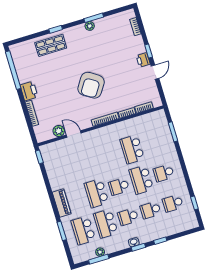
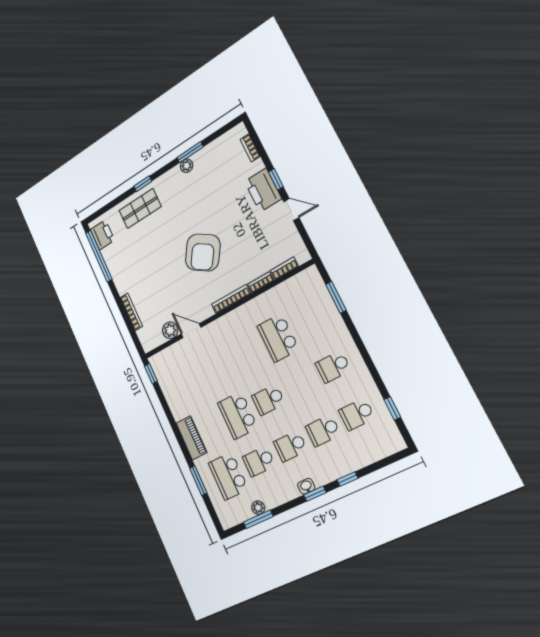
printer: (143, 60) -> (263, 190), width x1.87, depth x1.48
door: (155, 72) -> (291, 209), hinge flipped
printer: (29, 91) -> (102, 235), moved
school desk: (141, 180) -> (300, 383), removed
school desk: (106, 224) -> (259, 461), width x0.54

